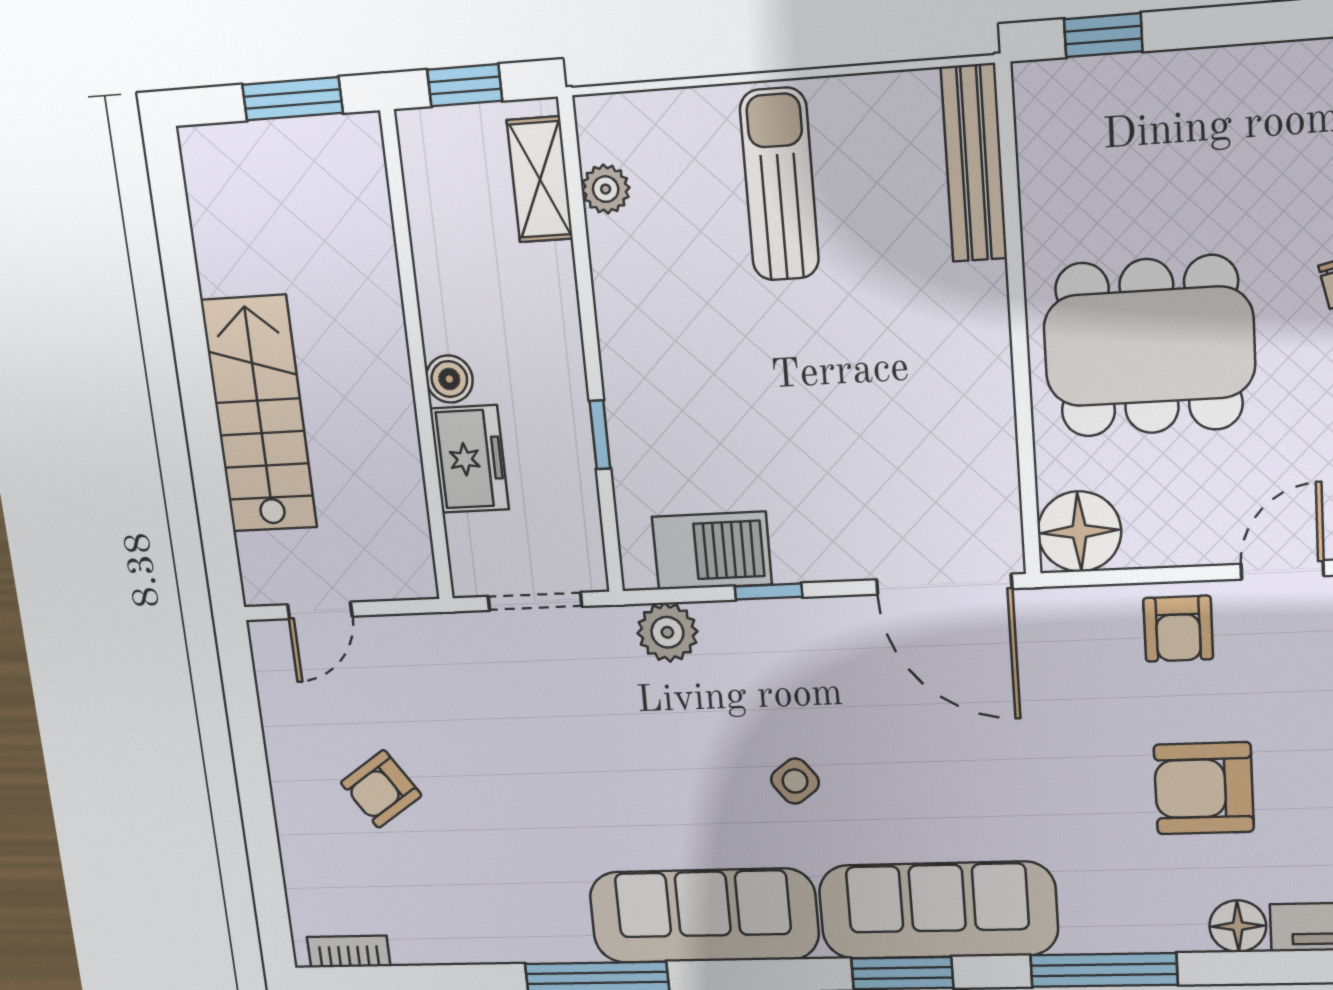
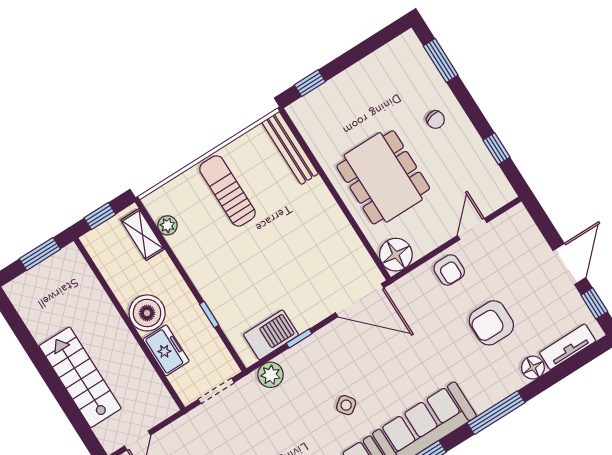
dining table: (1149, 347) -> (383, 177), turned 90
boiler: (449, 379) -> (147, 313), width x1.86, depth x1.86

